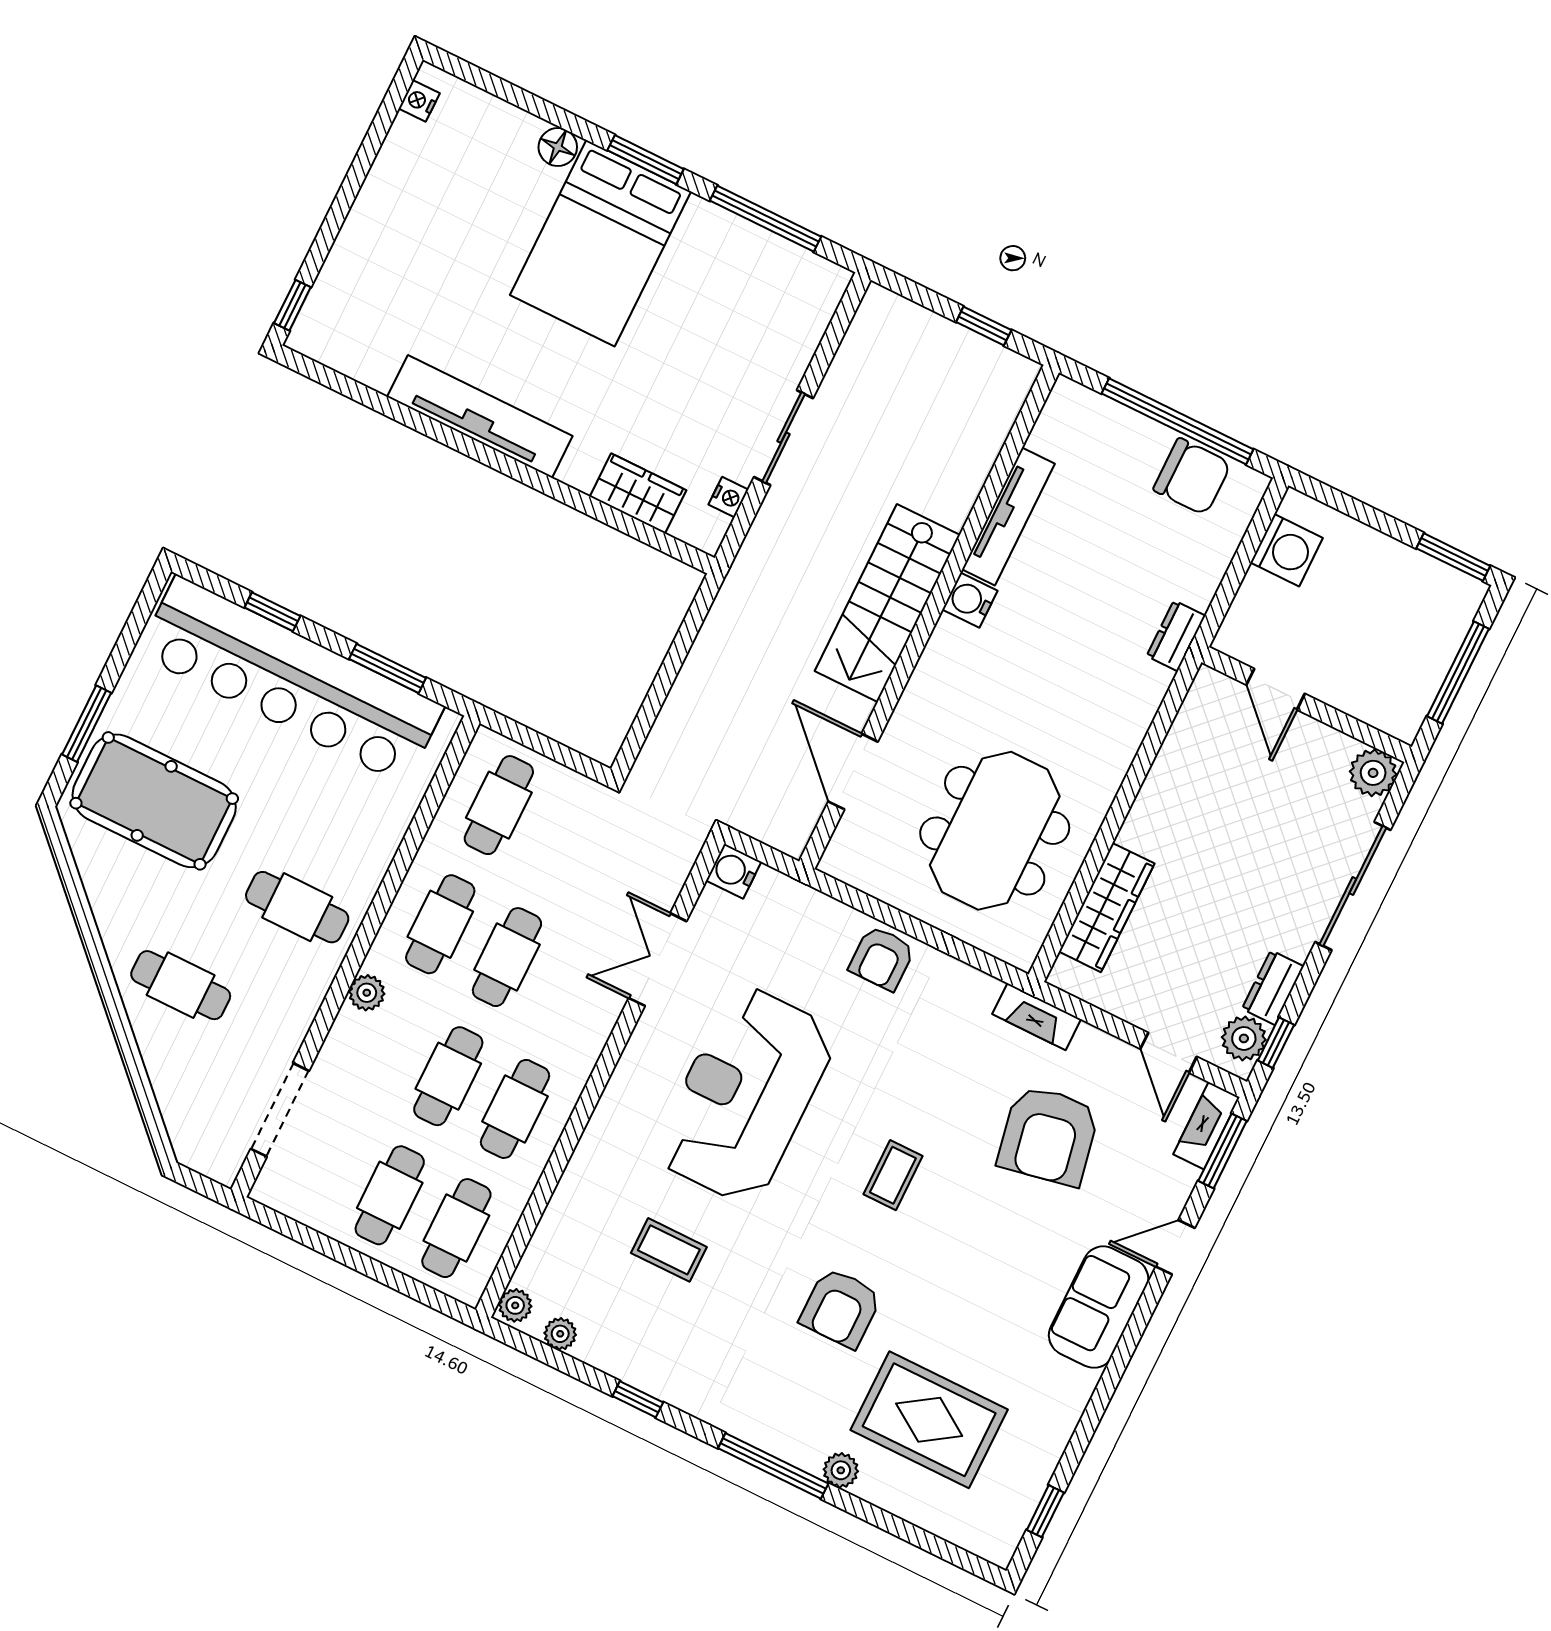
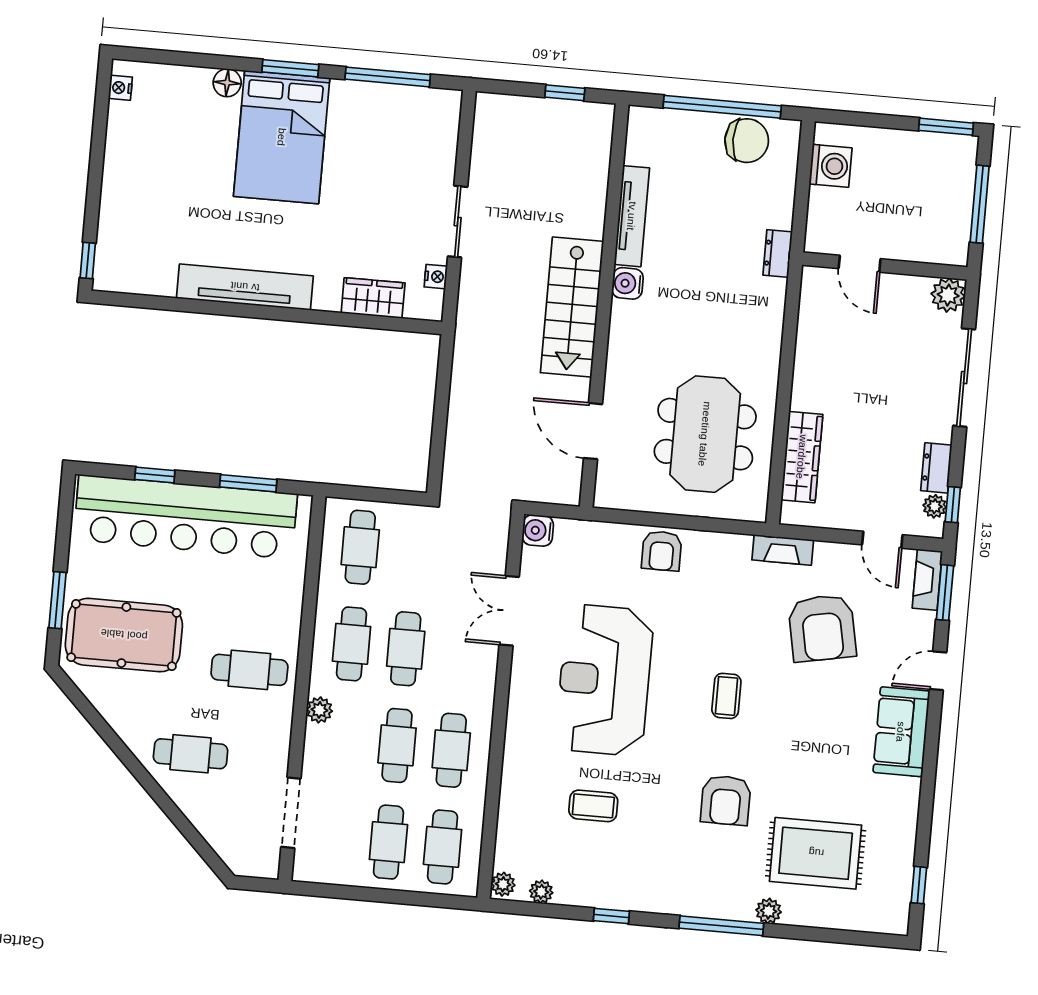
plant: (1244, 1038) -> (935, 506), width x0.73, depth x0.73

